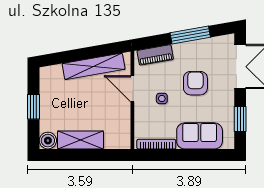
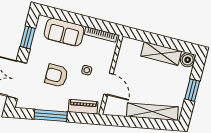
shelving: (94, 66) -> (152, 112), moved
armchair: (195, 83) -> (56, 76), turned 90

